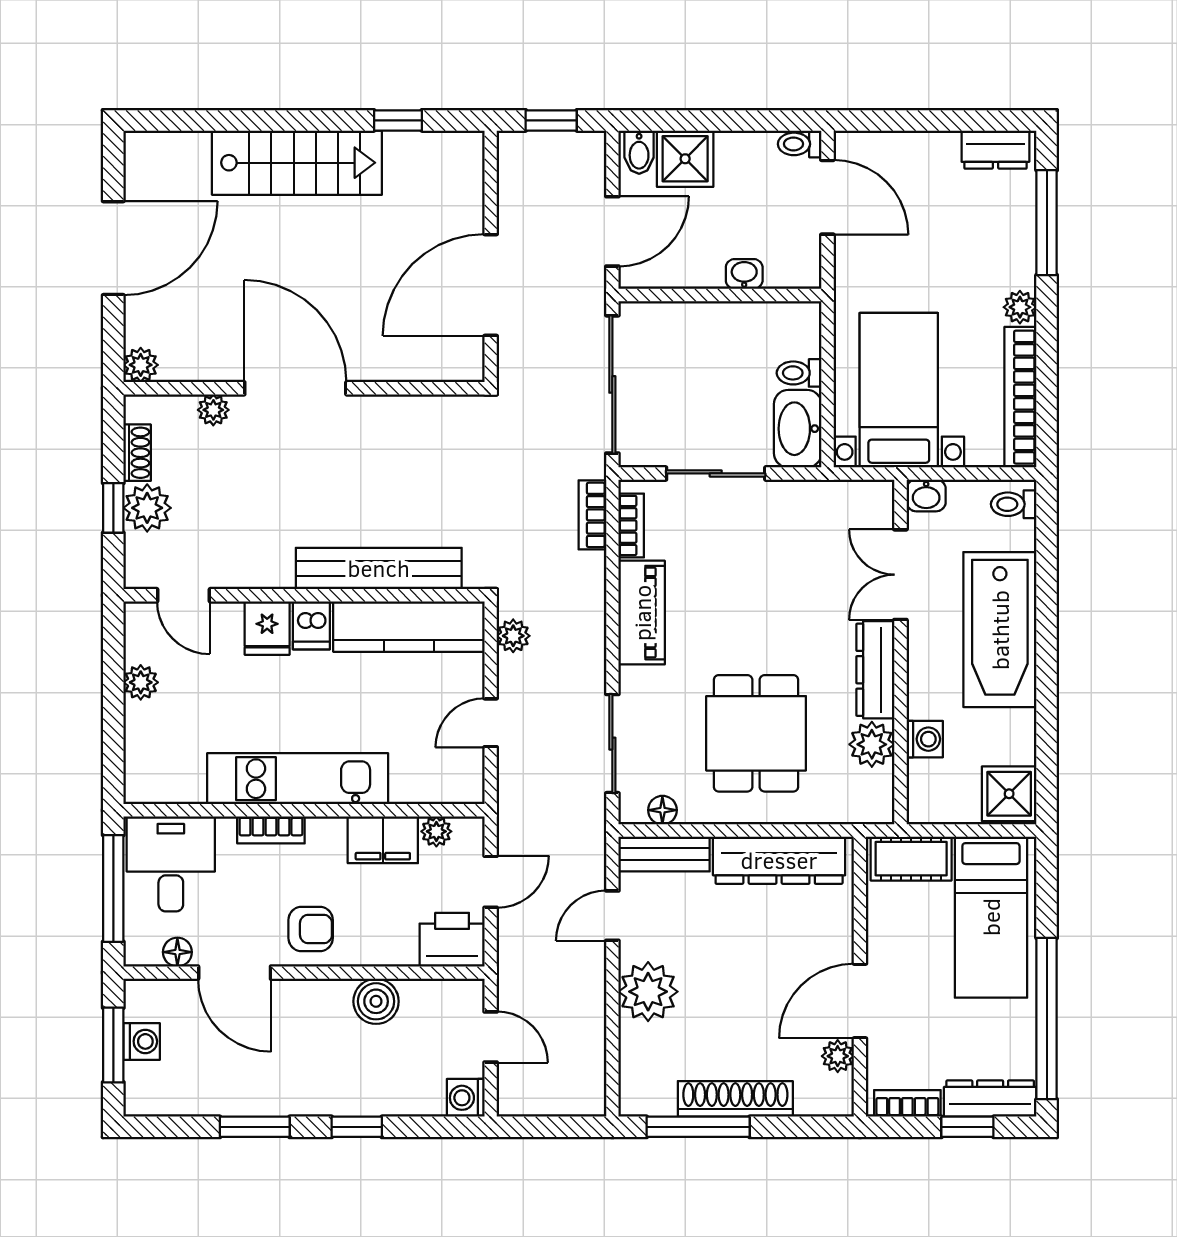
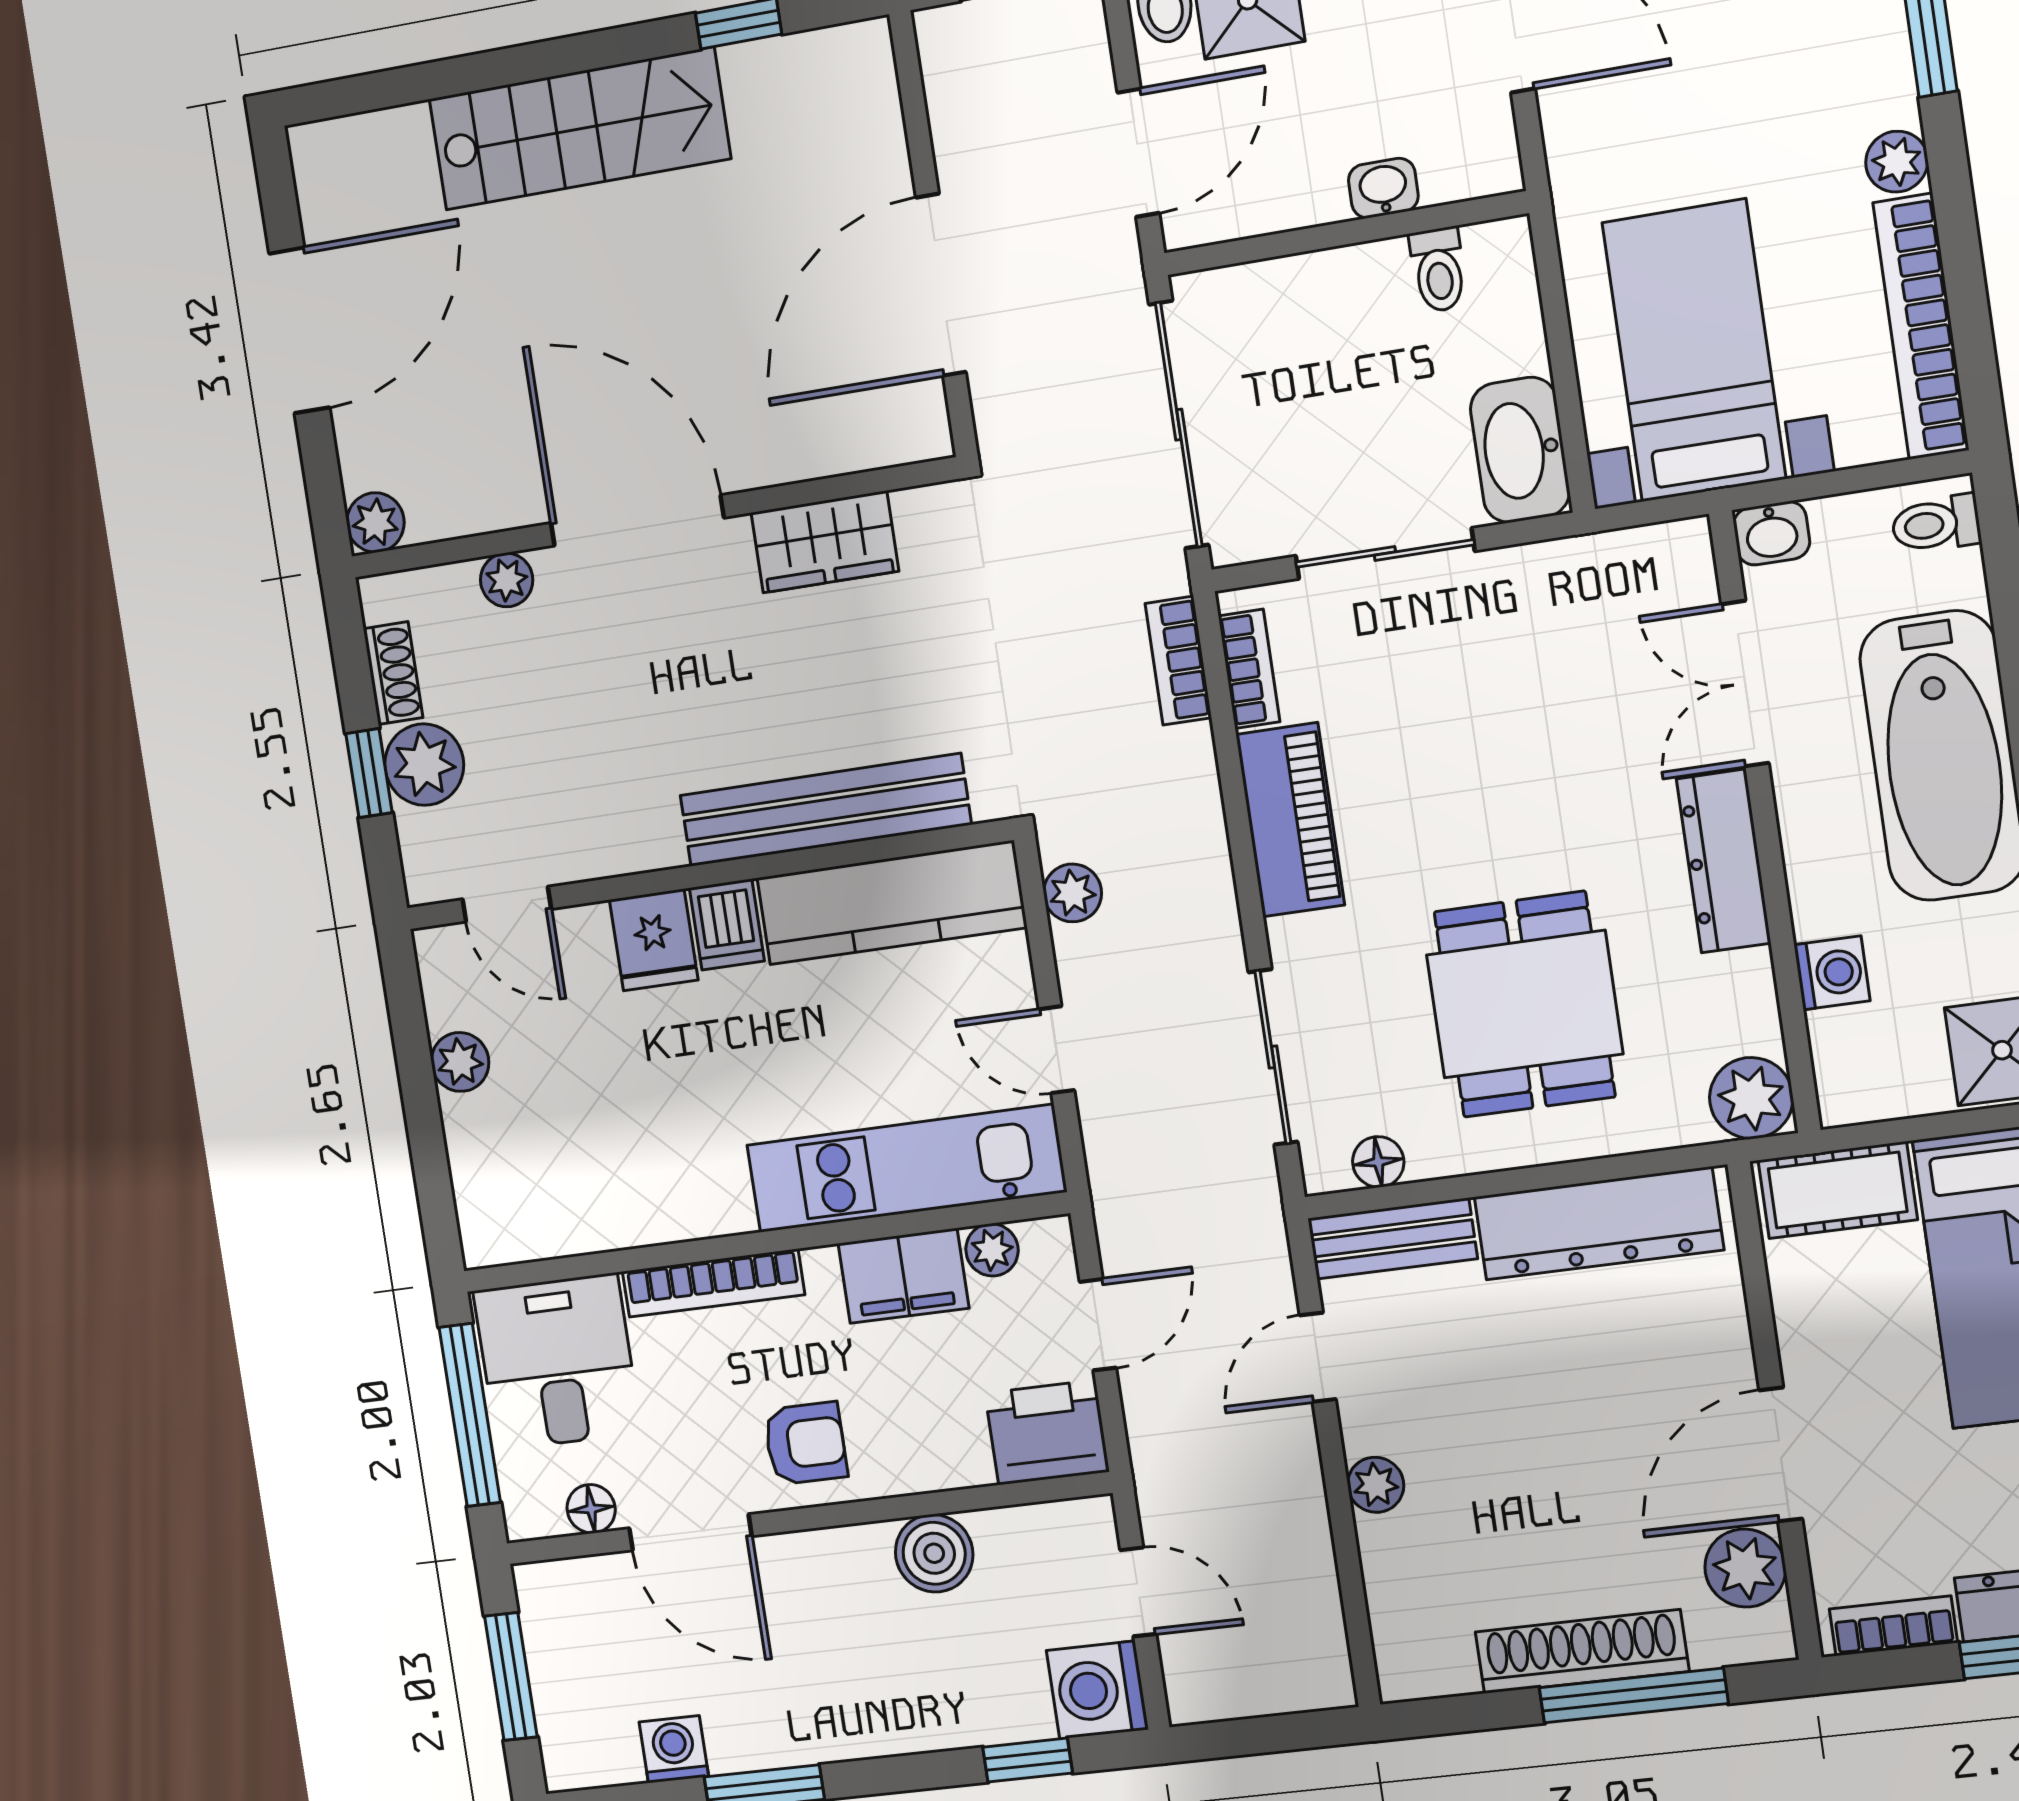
toilet: (799, 373) -> (1438, 270), moved, turned -90
wardrobe: (402, 418) -> (825, 542), added
door: (491, 723) -> (1056, 1050), hinge flipped
plant: (872, 744) -> (1751, 1098), moved
kitchen unit: (298, 779) -> (906, 1168), moved
bookcase: (271, 830) -> (713, 1283), width x1.56
plant: (648, 992) -> (1376, 1485), width x0.53, depth x0.53
washing machine: (142, 1041) -> (674, 1749), moved, turned -90
plant: (838, 1056) -> (1745, 1568), width x1.38, depth x1.38
washing machine: (466, 1098) -> (1097, 1690), width x1.38, depth x1.38
window: (357, 1127) -> (1028, 1760), moved
window: (698, 1127) -> (1634, 1696), moved

